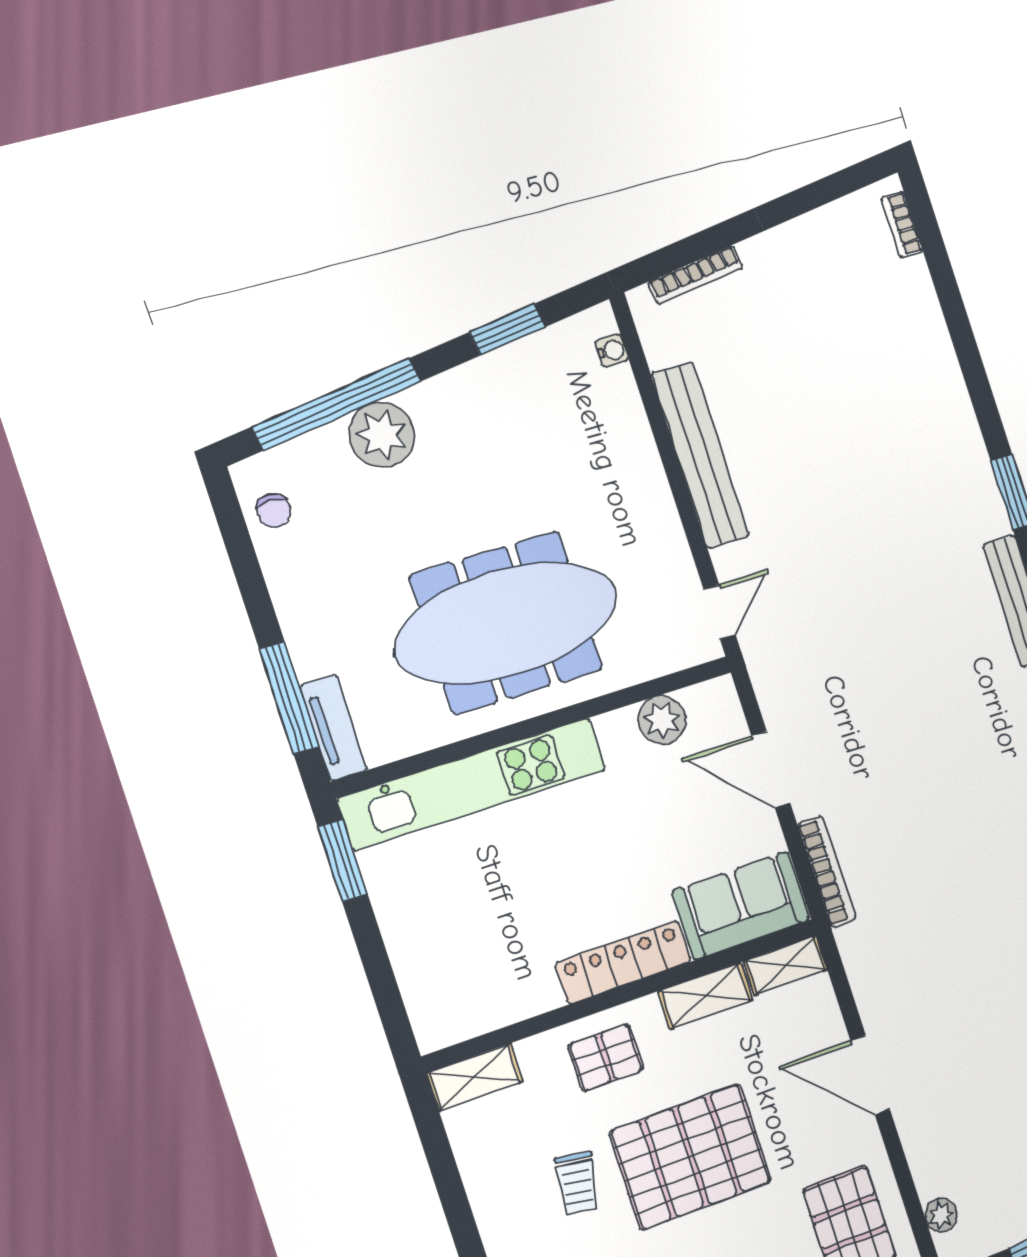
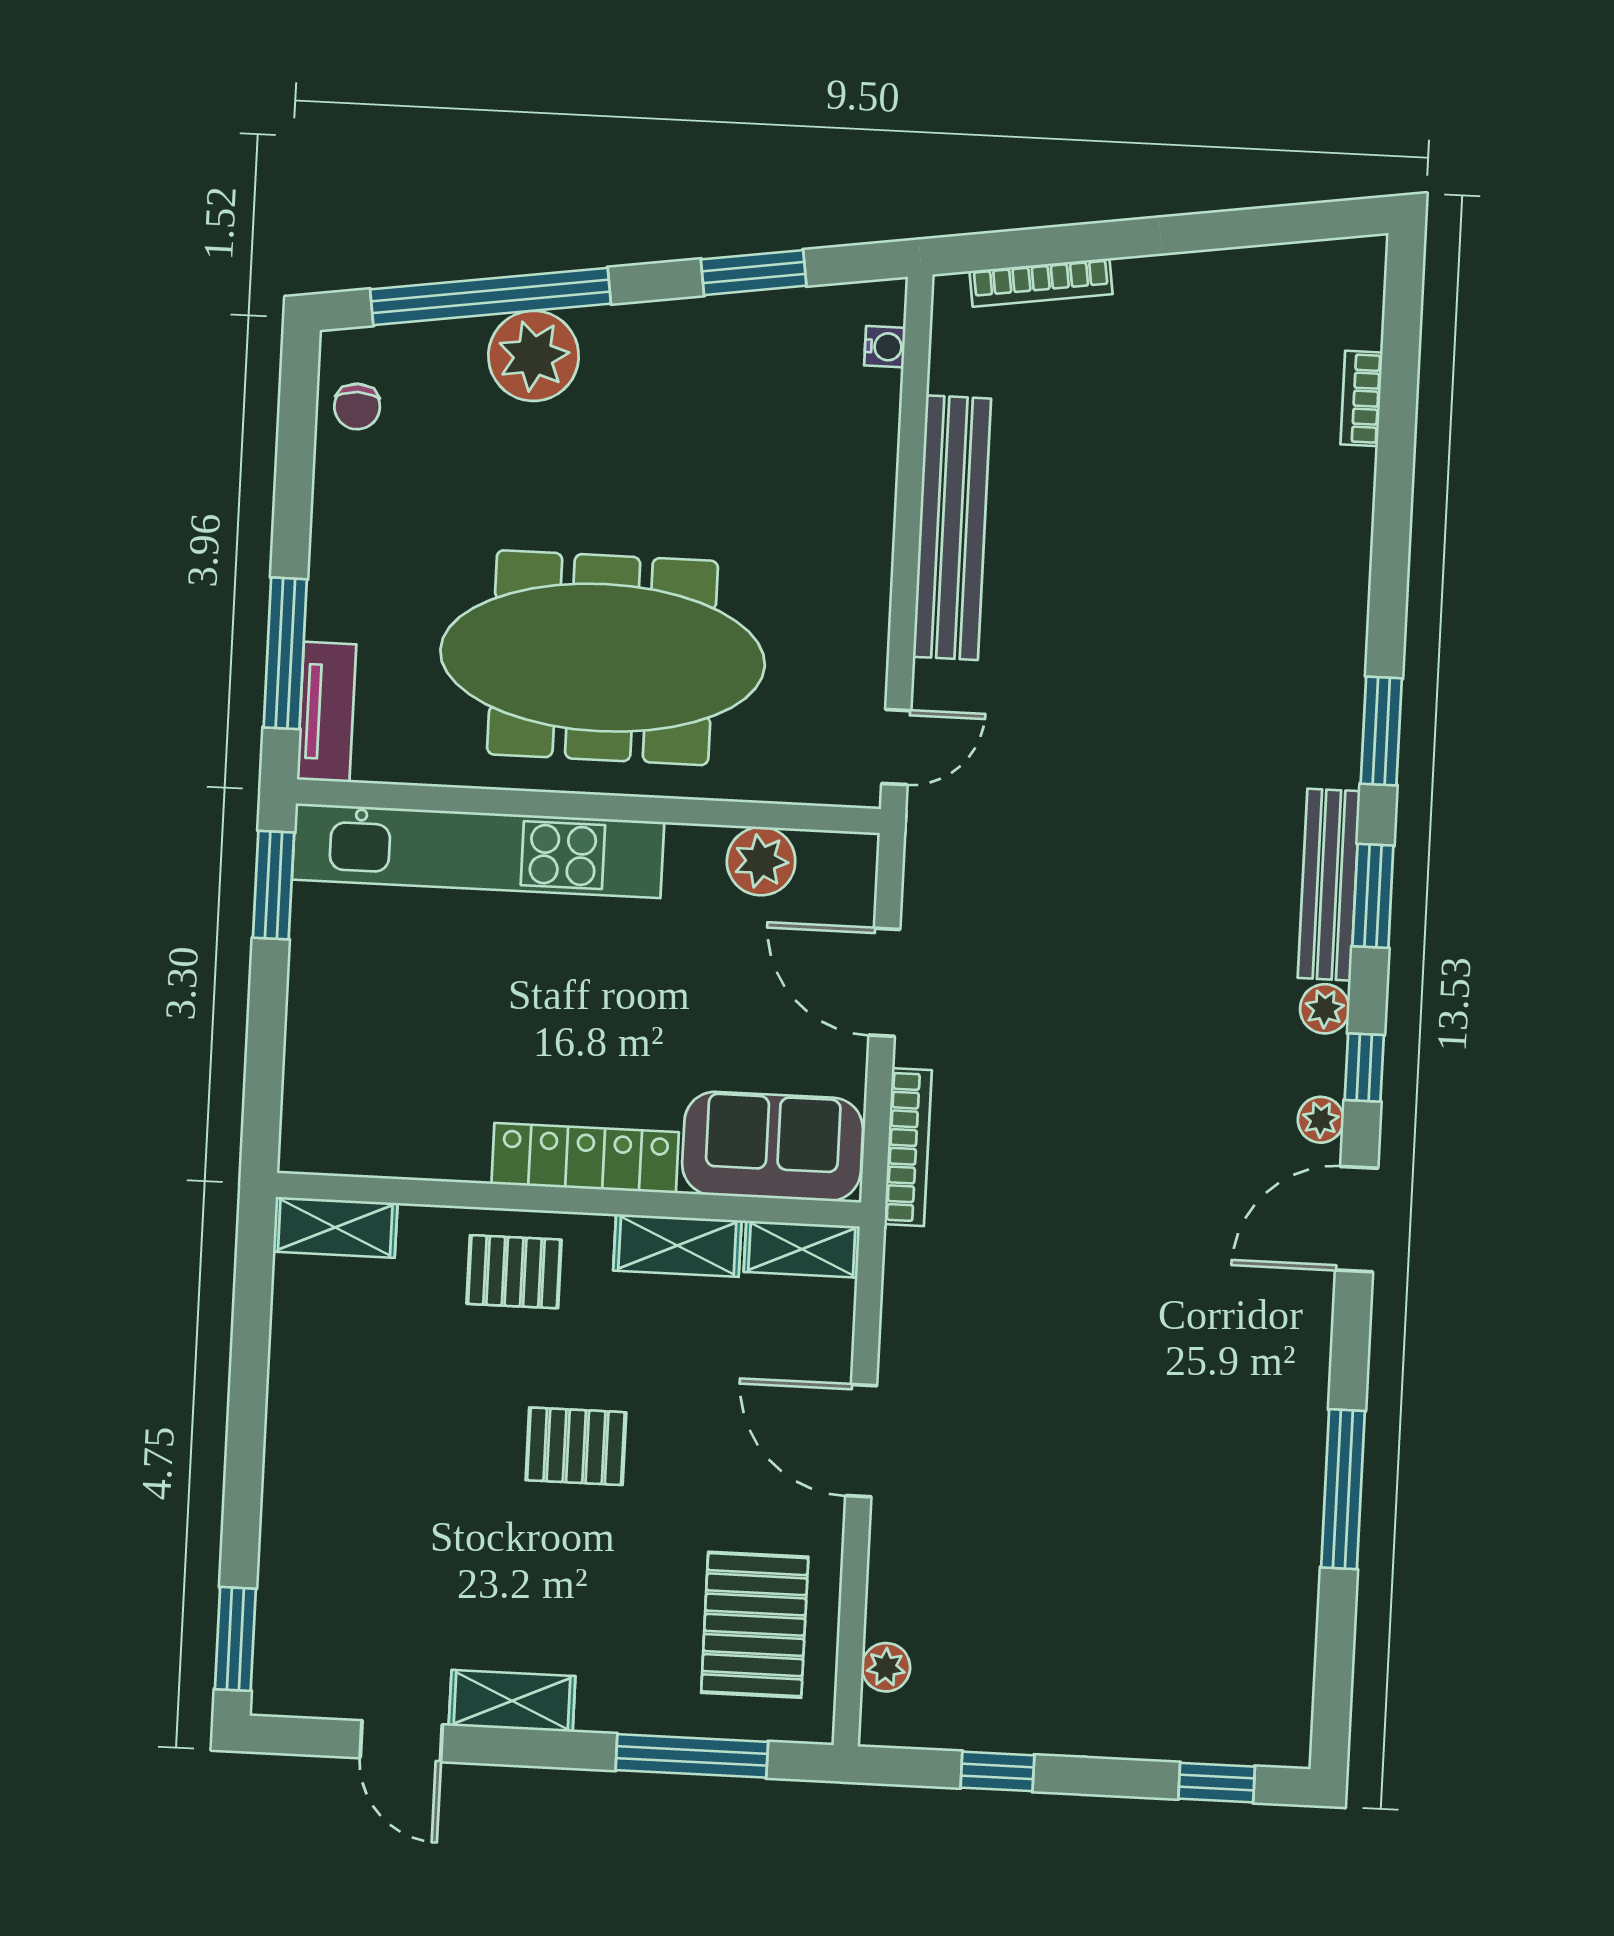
bookcase: (902, 225) -> (1361, 398), moved
pallet: (691, 1157) -> (576, 1446), width x0.49, depth x0.50
trolley: (577, 1183) -> (414, 1418), removed

